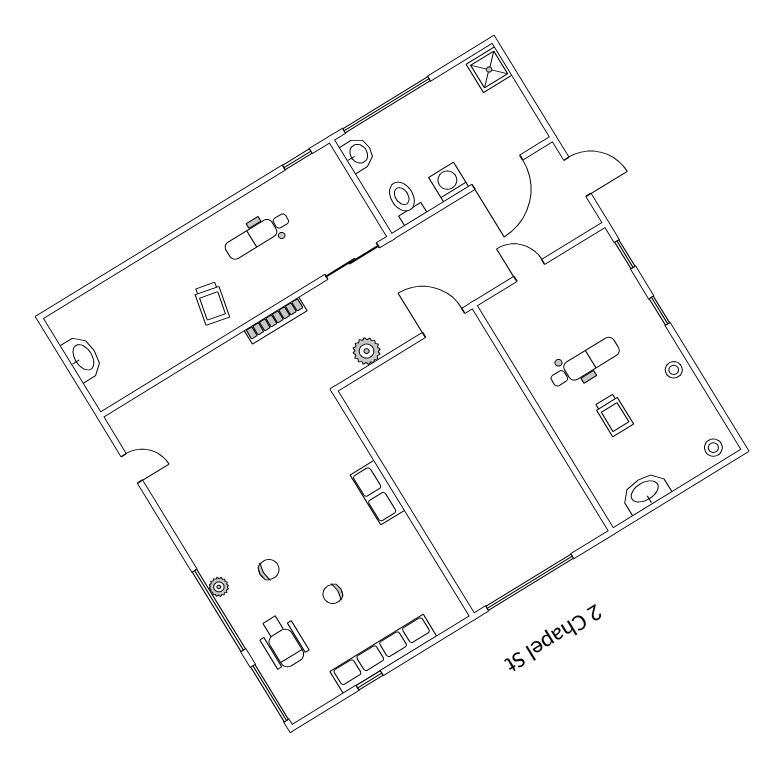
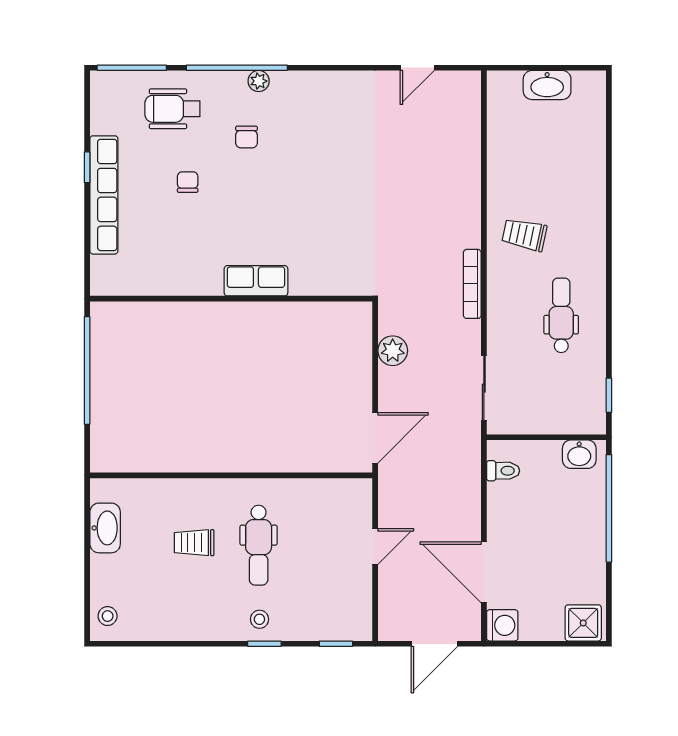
washing machine: (449, 182) -> (502, 625), moved
toilet: (405, 201) -> (503, 471), width x0.73, depth x0.72
stool: (674, 370) -> (259, 619), moved

